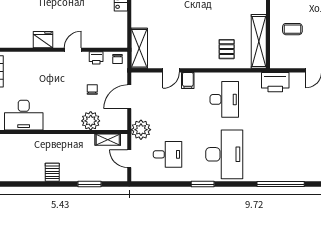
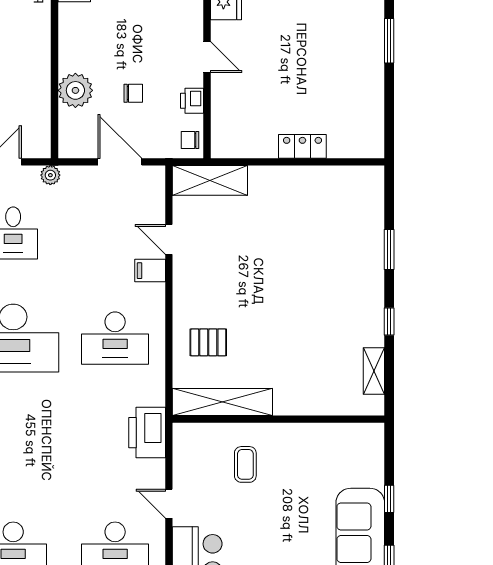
plant: (141, 130) -> (50, 175), width x0.53, depth x0.53
shelving: (108, 140) -> (40, 122), removed

